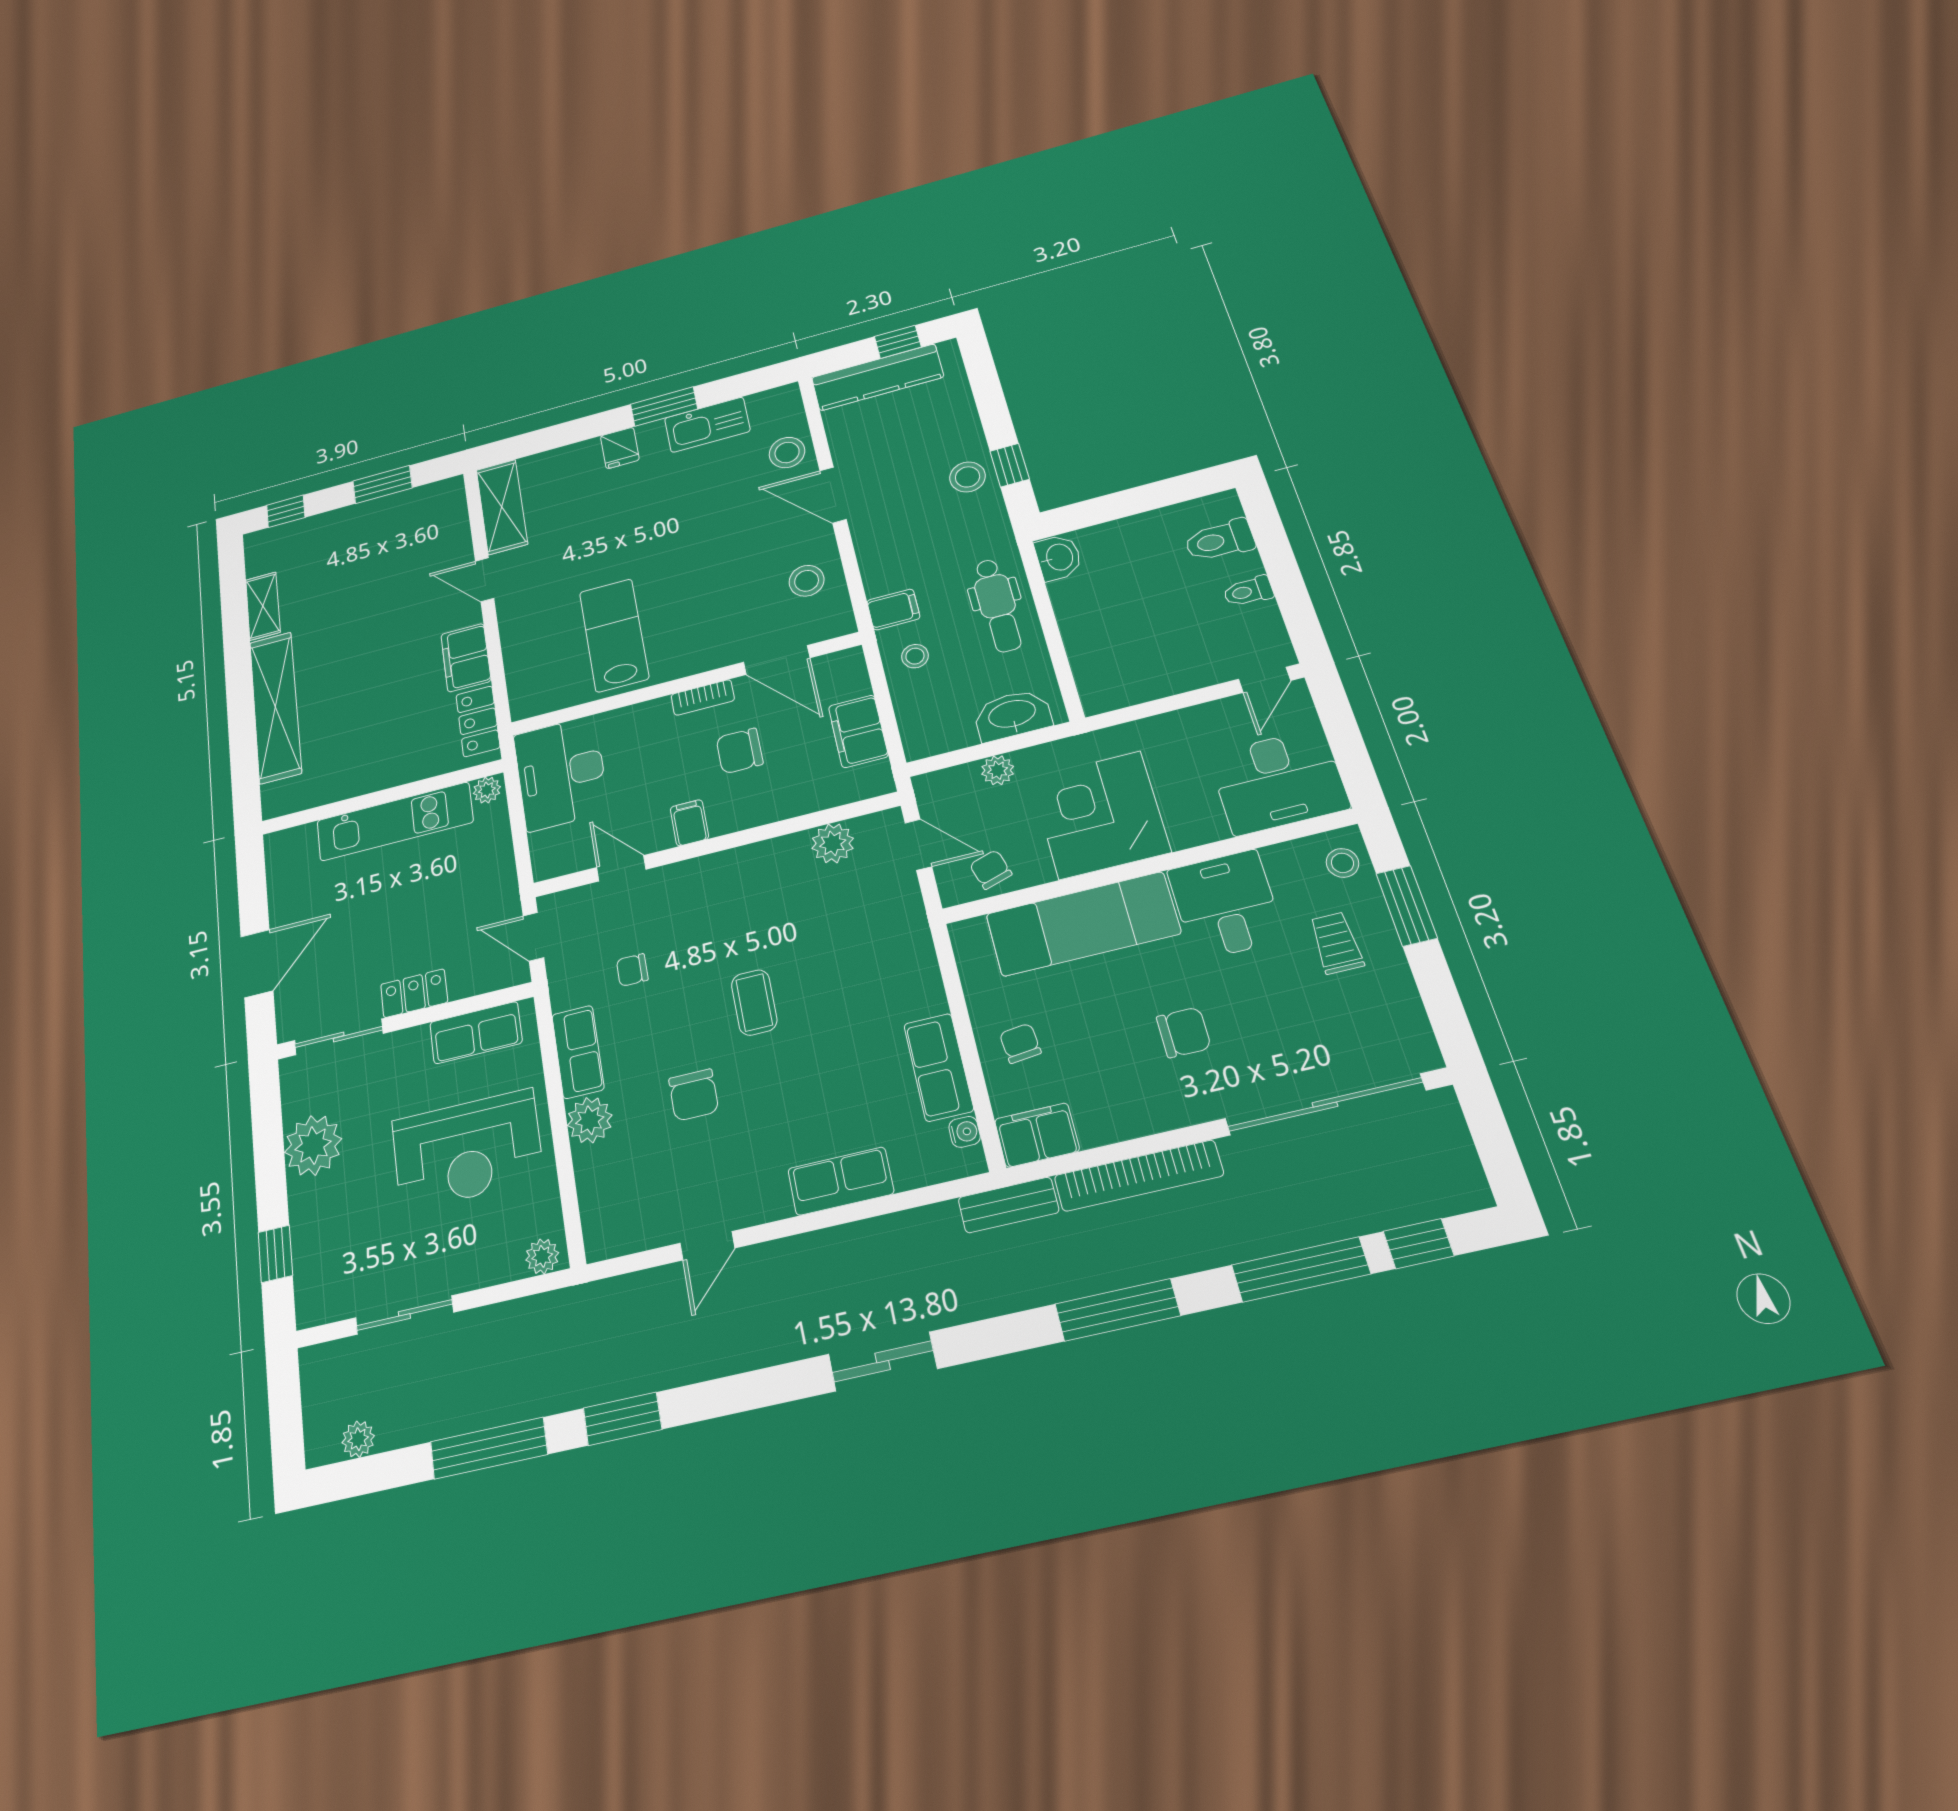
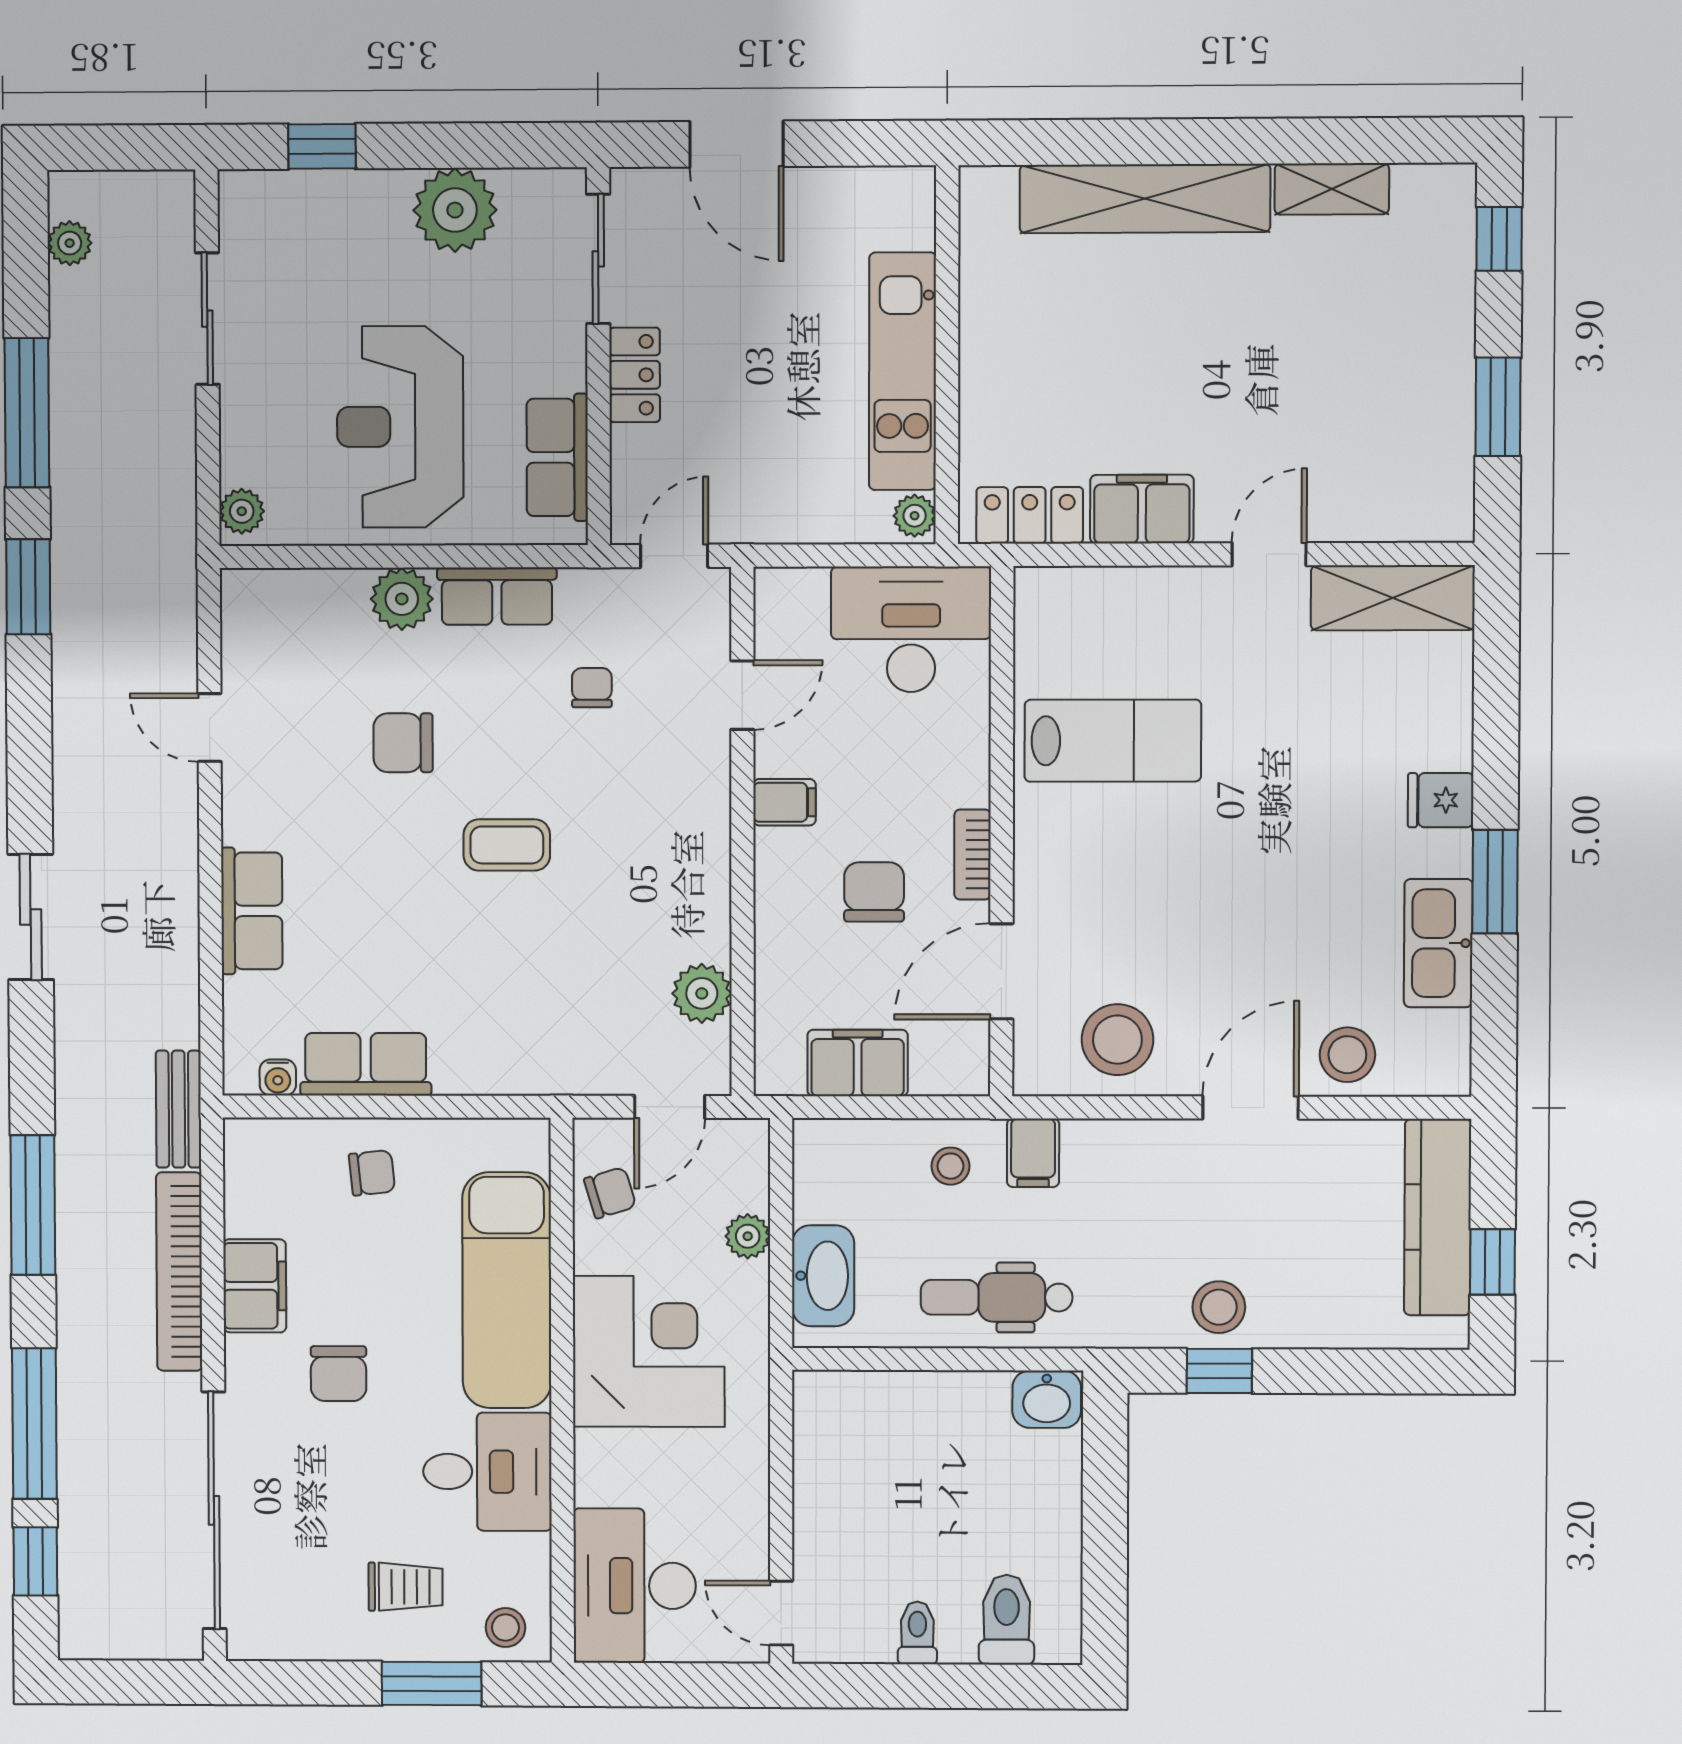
stool: (807, 581) -> (1117, 1040), width x1.38, depth x1.38
filing cabinet: (1037, 1135) -> (255, 1286), moved

